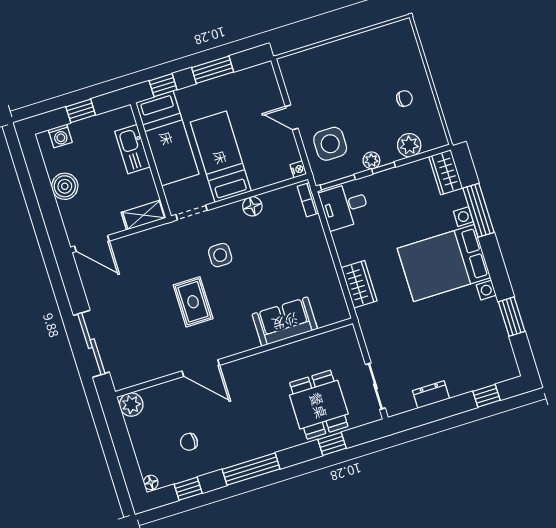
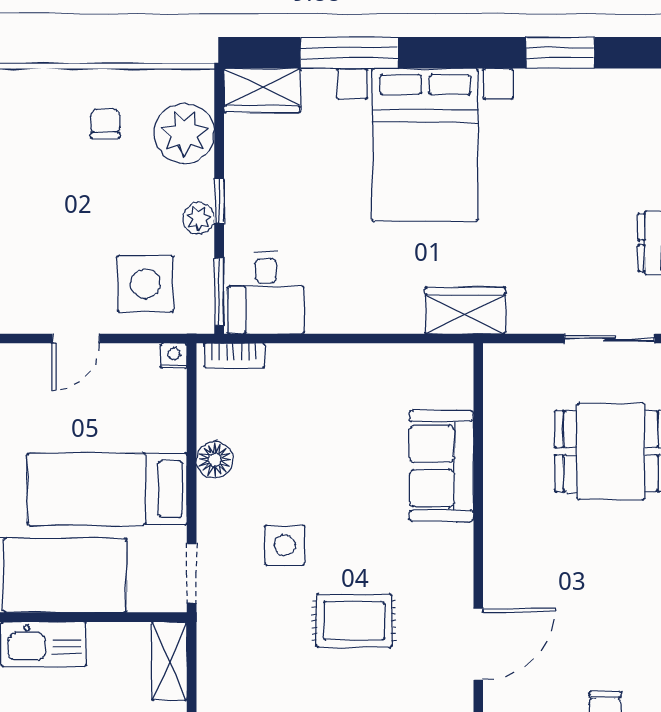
plant: (409, 145) -> (184, 133), width x1.36, depth x1.36
wardrobe: (359, 284) -> (465, 310), moved

